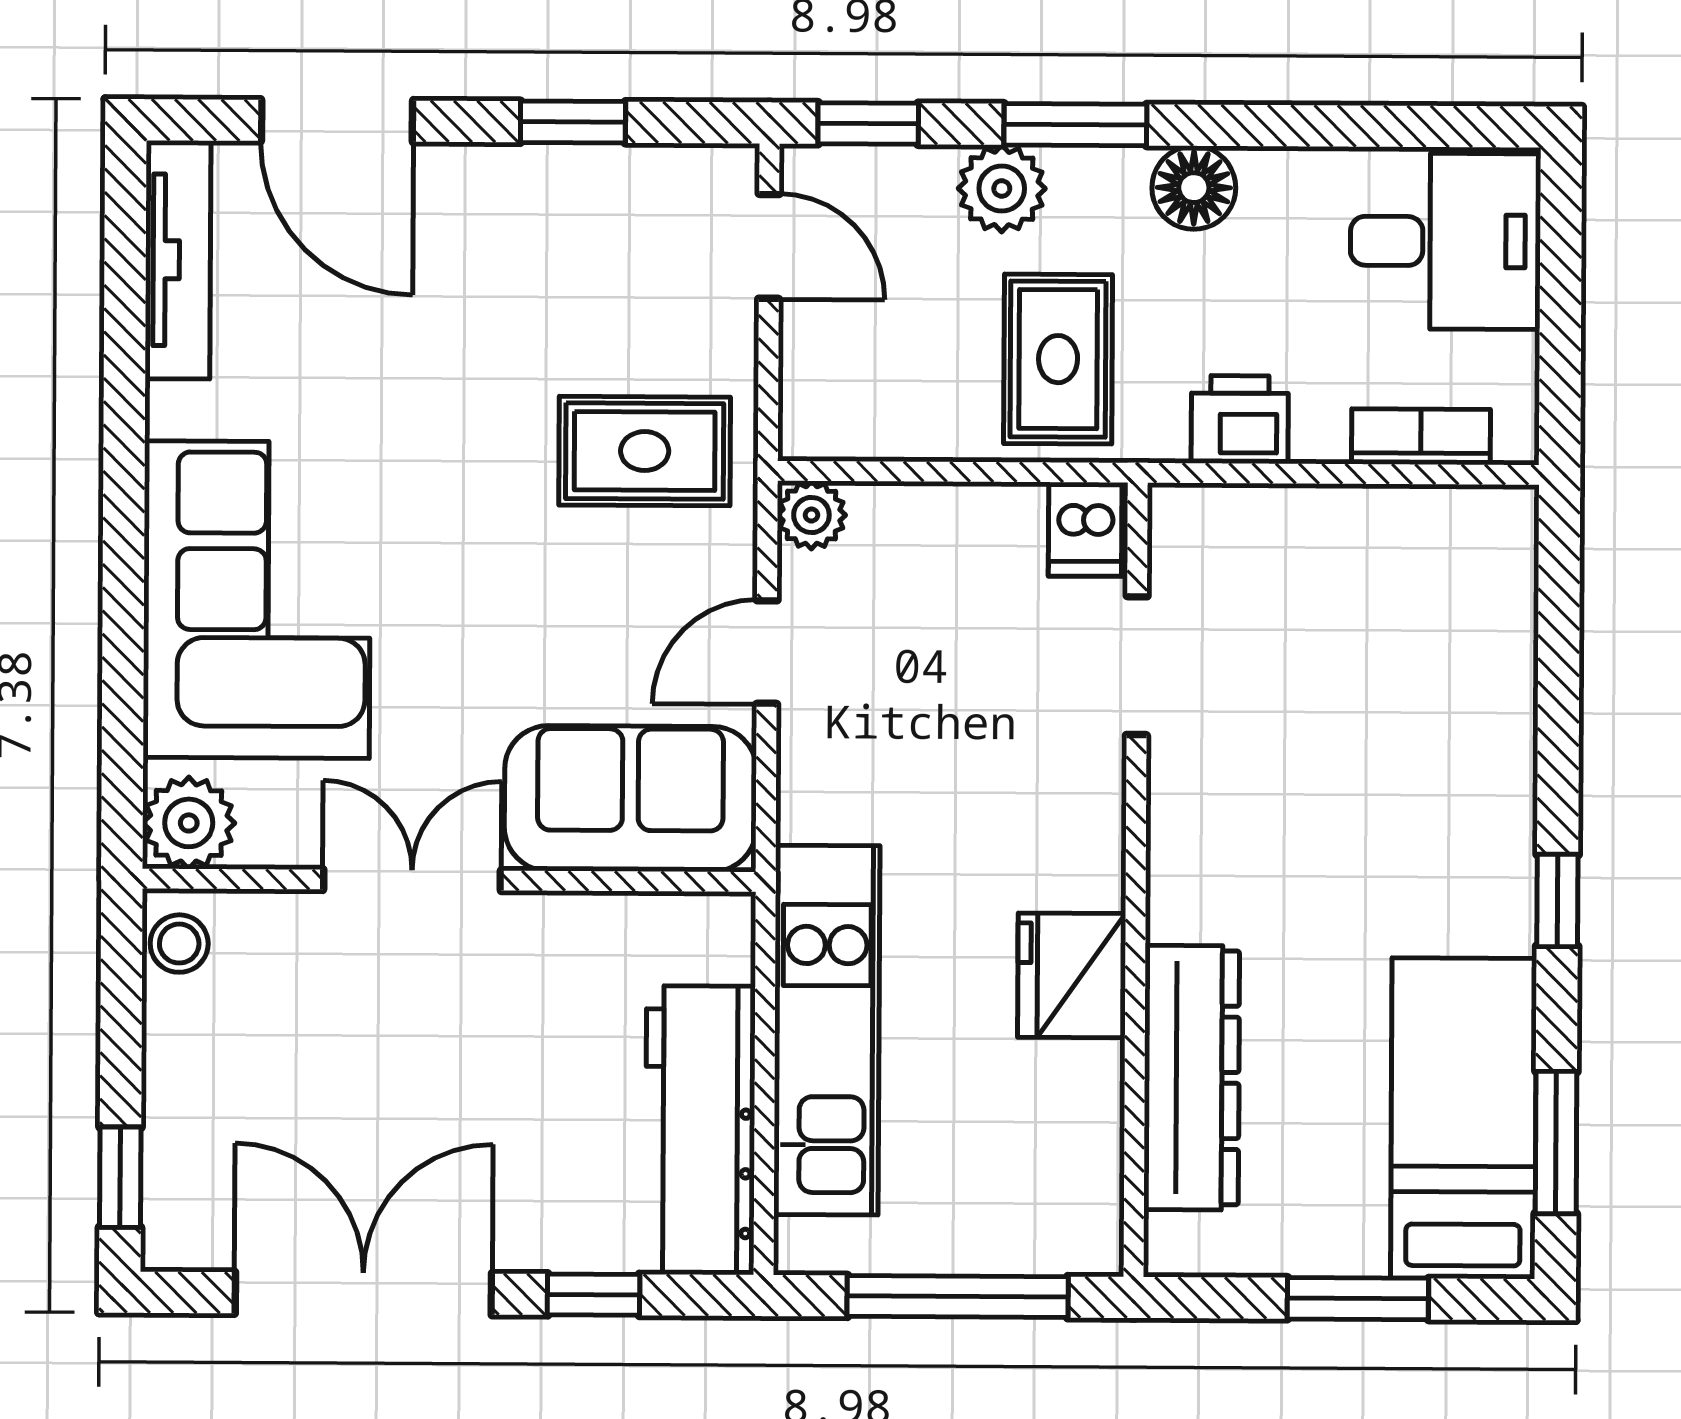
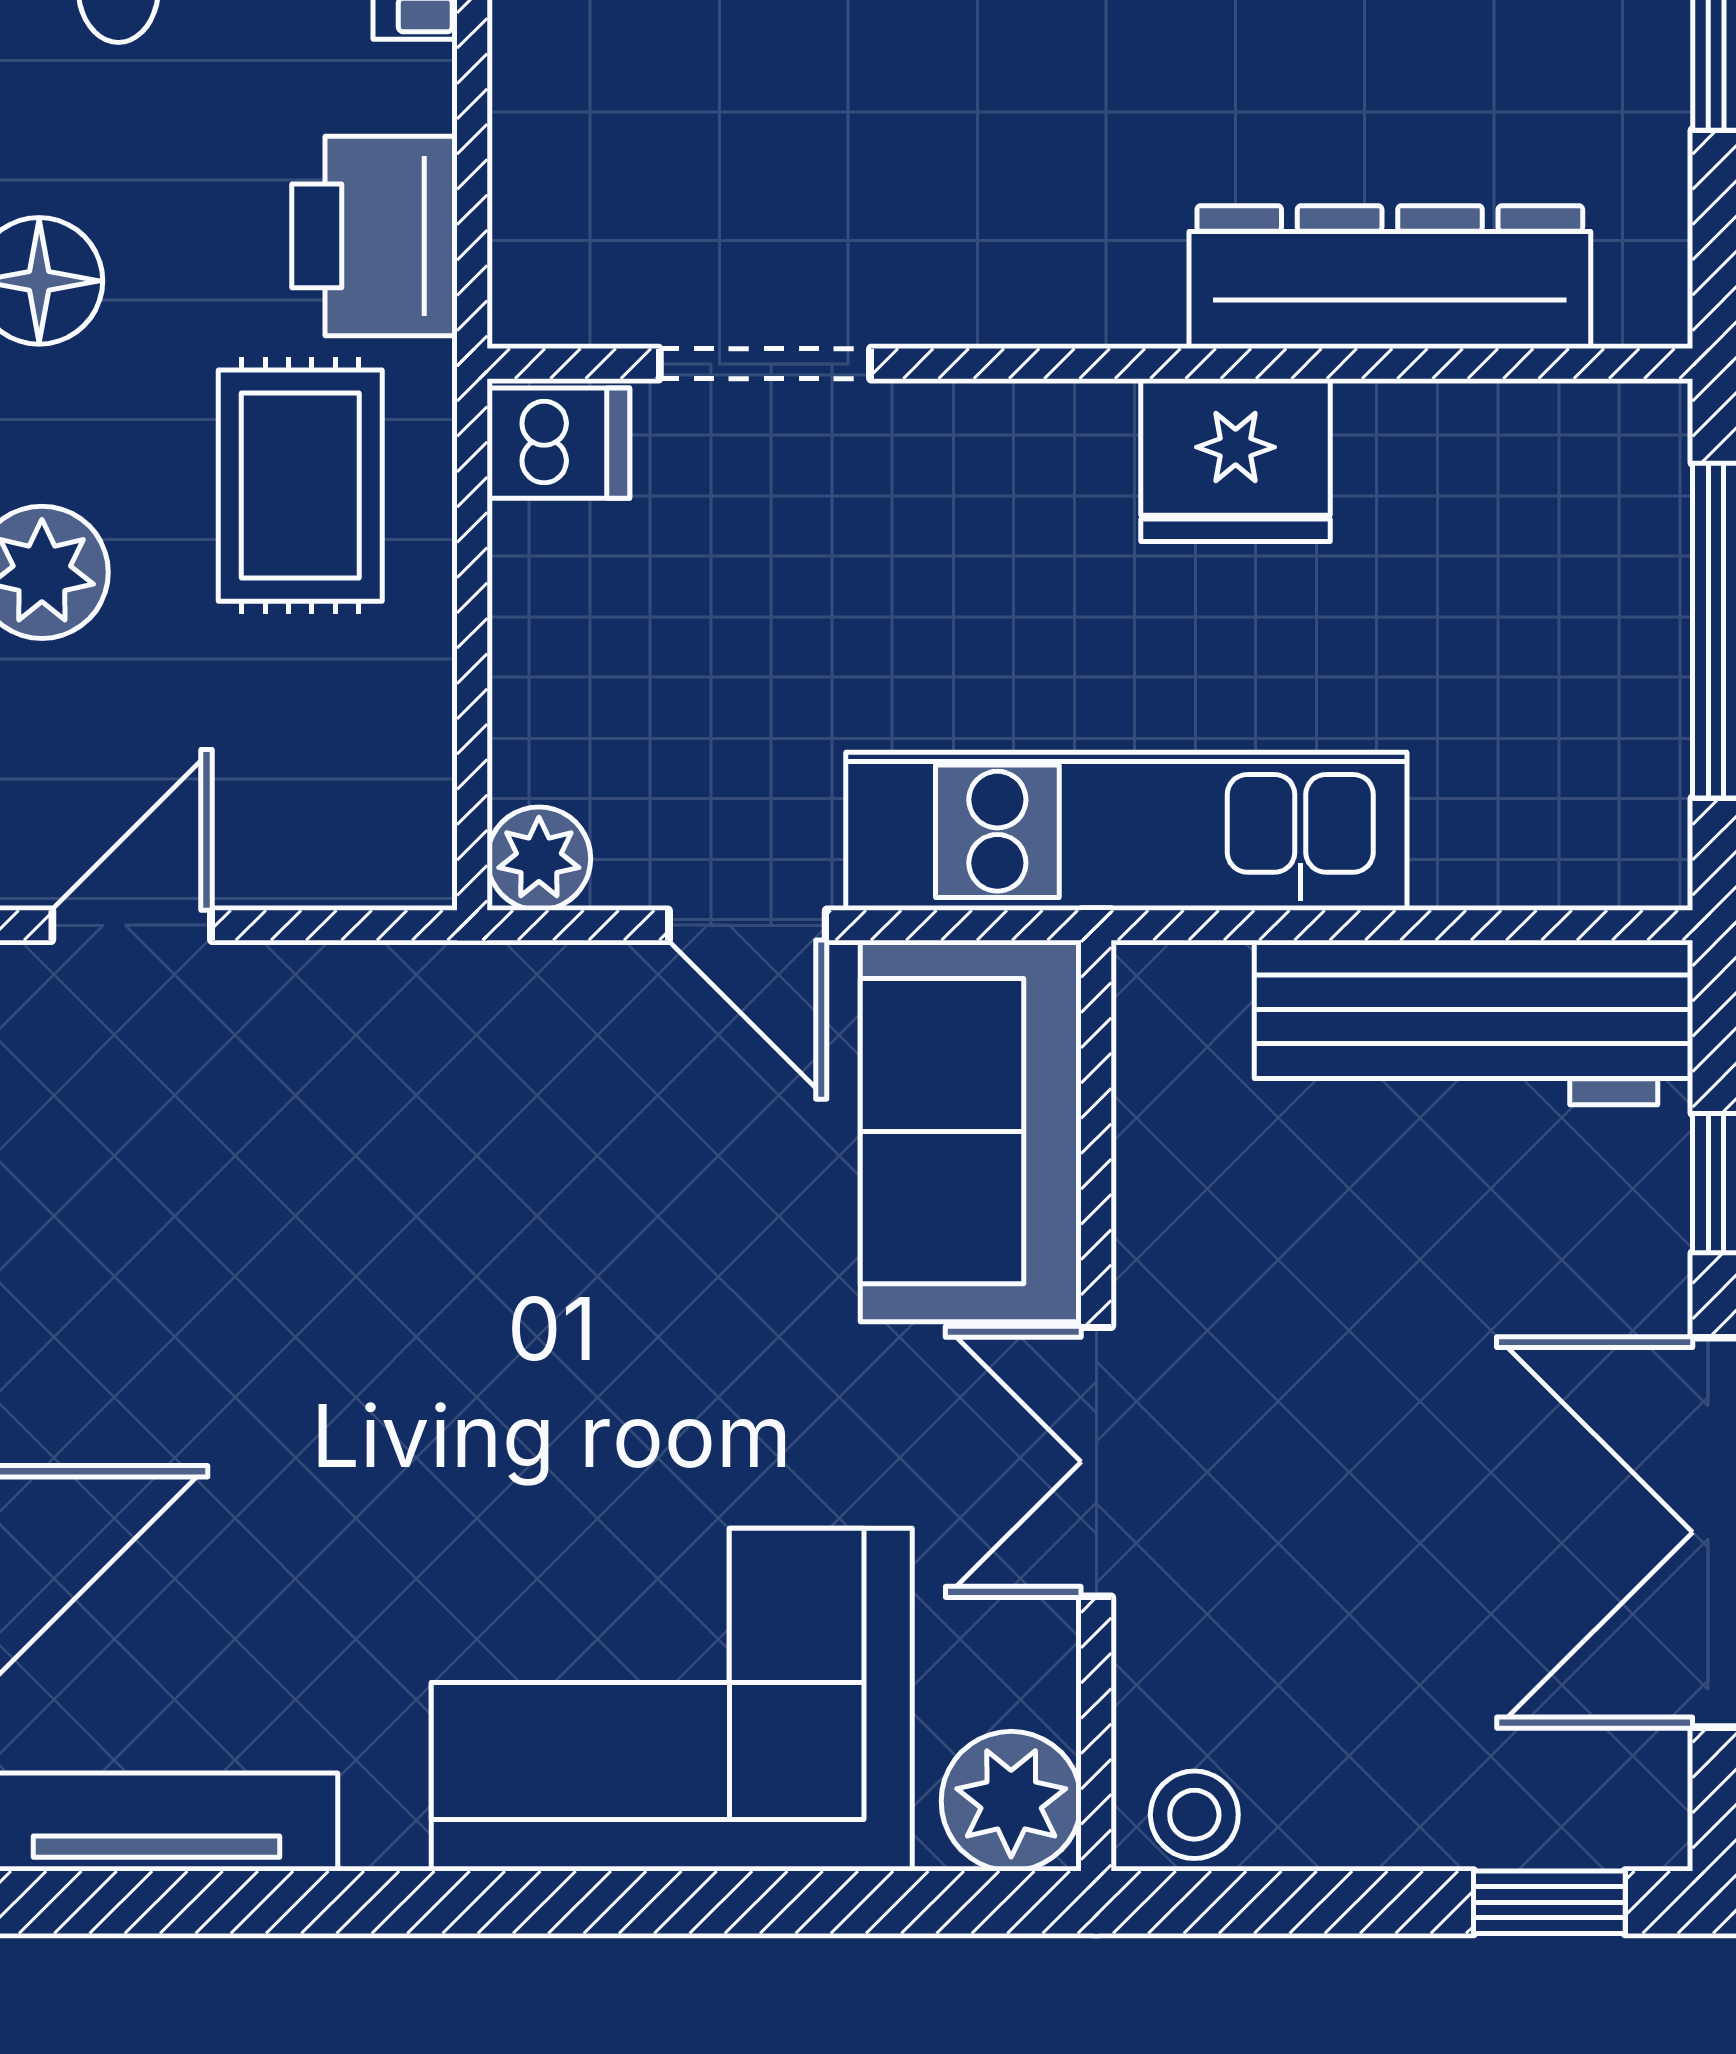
rug: (1058, 359) -> (300, 486), turned 90
printer: (1240, 420) -> (375, 236), width x1.36, depth x1.24
rug: (645, 451) -> (443, 1112), removed
kitchen unit: (827, 1030) -> (1126, 831), moved

